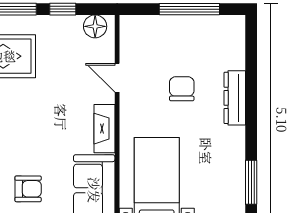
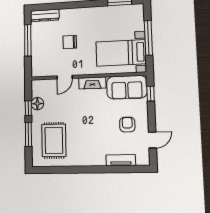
floor lamp: (95, 26) -> (37, 104), moved
dresser: (235, 98) -> (45, 15), moved

